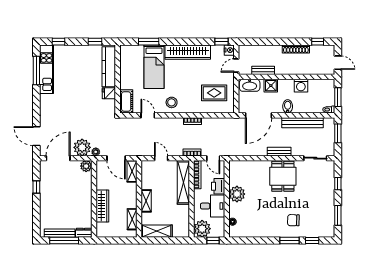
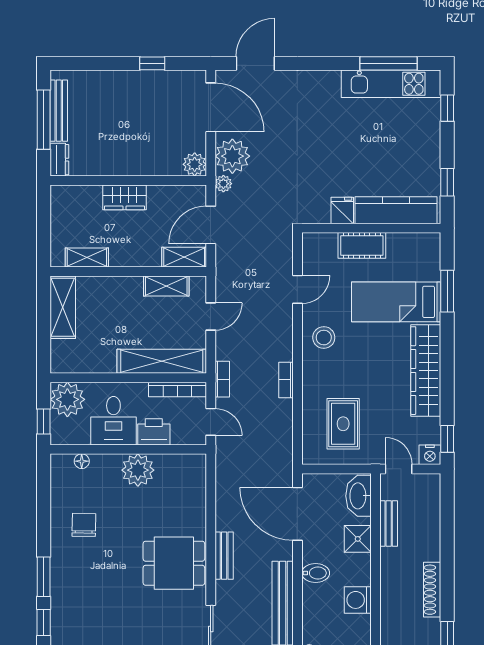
cot: (126, 101) -> (362, 245), moved
door: (213, 158) -> (211, 422), swing flipped
shelving: (146, 201) -> (166, 286), moved
wardrobe: (102, 206) -> (124, 197), width x0.67
chair: (293, 220) -> (84, 525), moved

